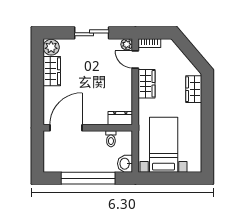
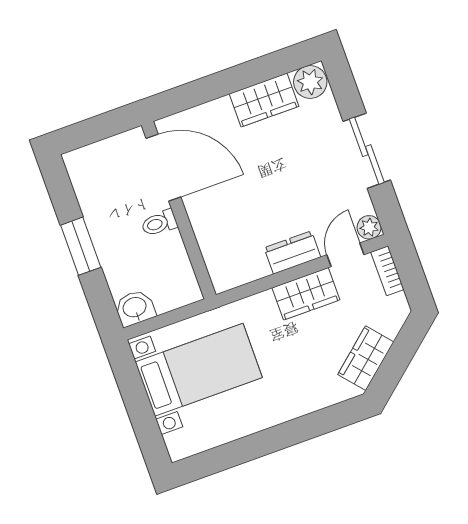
wardrobe: (194, 89) -> (366, 358), moved, turned -40
dresser: (120, 118) -> (292, 252), moved, turned -90
toilet: (111, 139) -> (159, 223), moved
window: (88, 178) -> (81, 246), width x0.47

